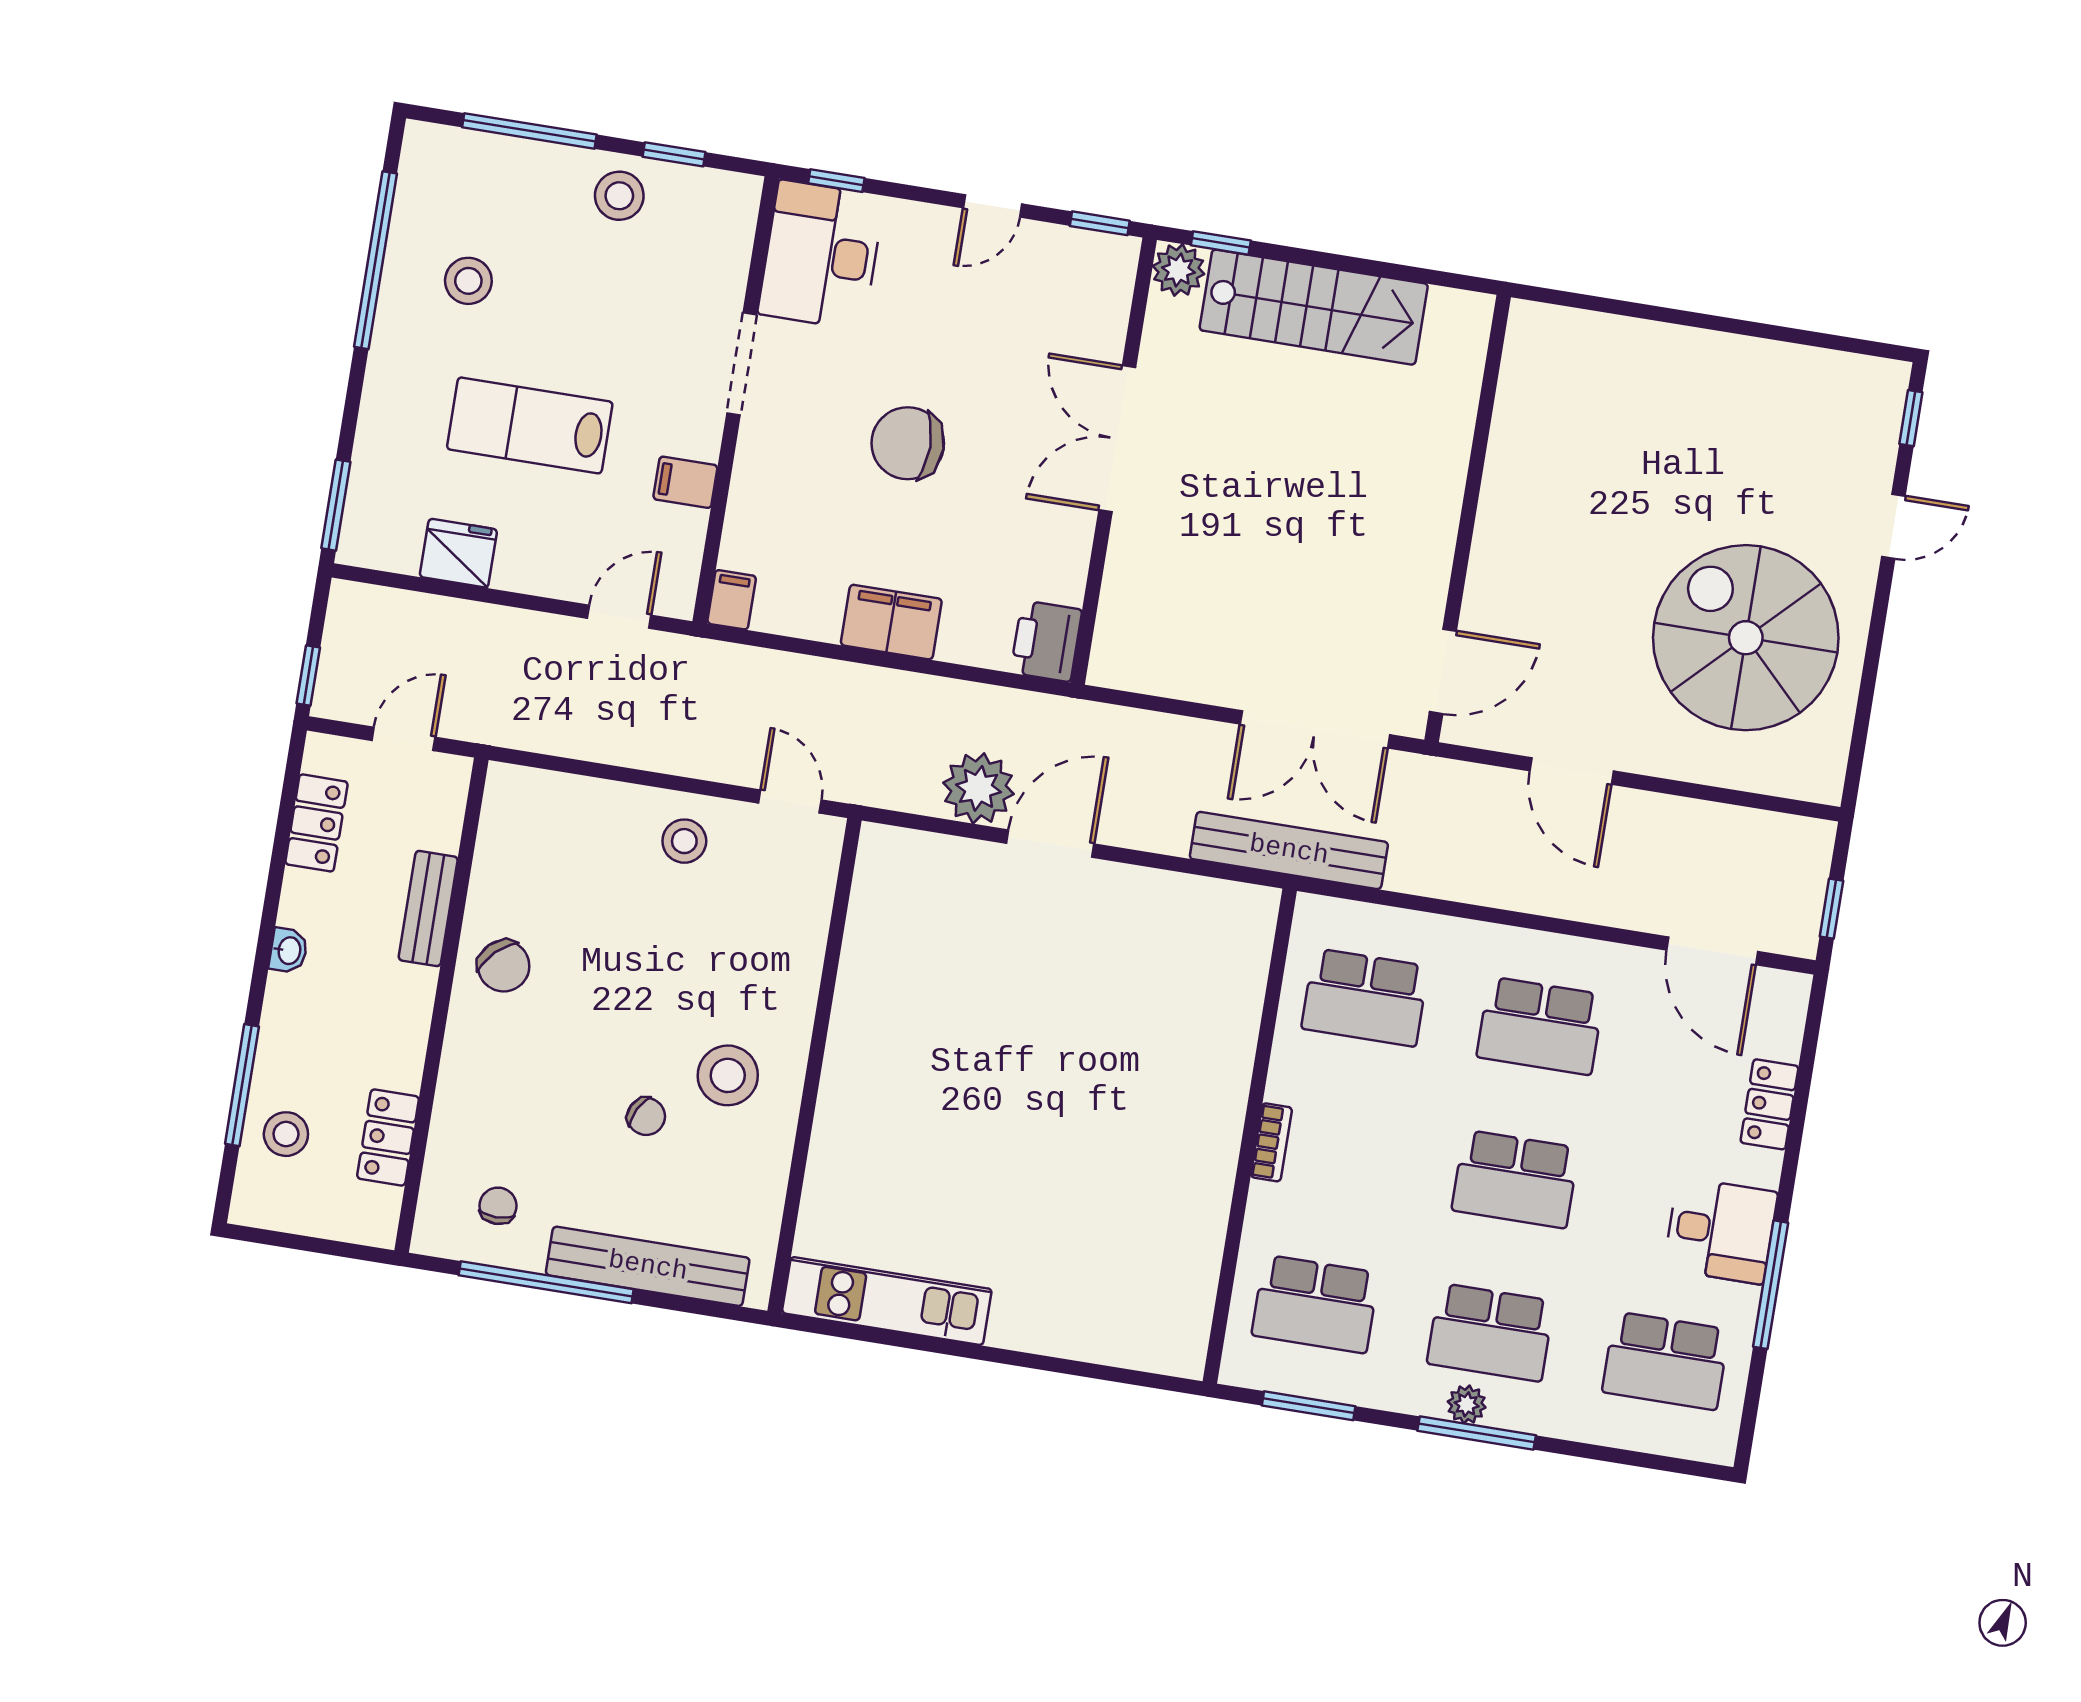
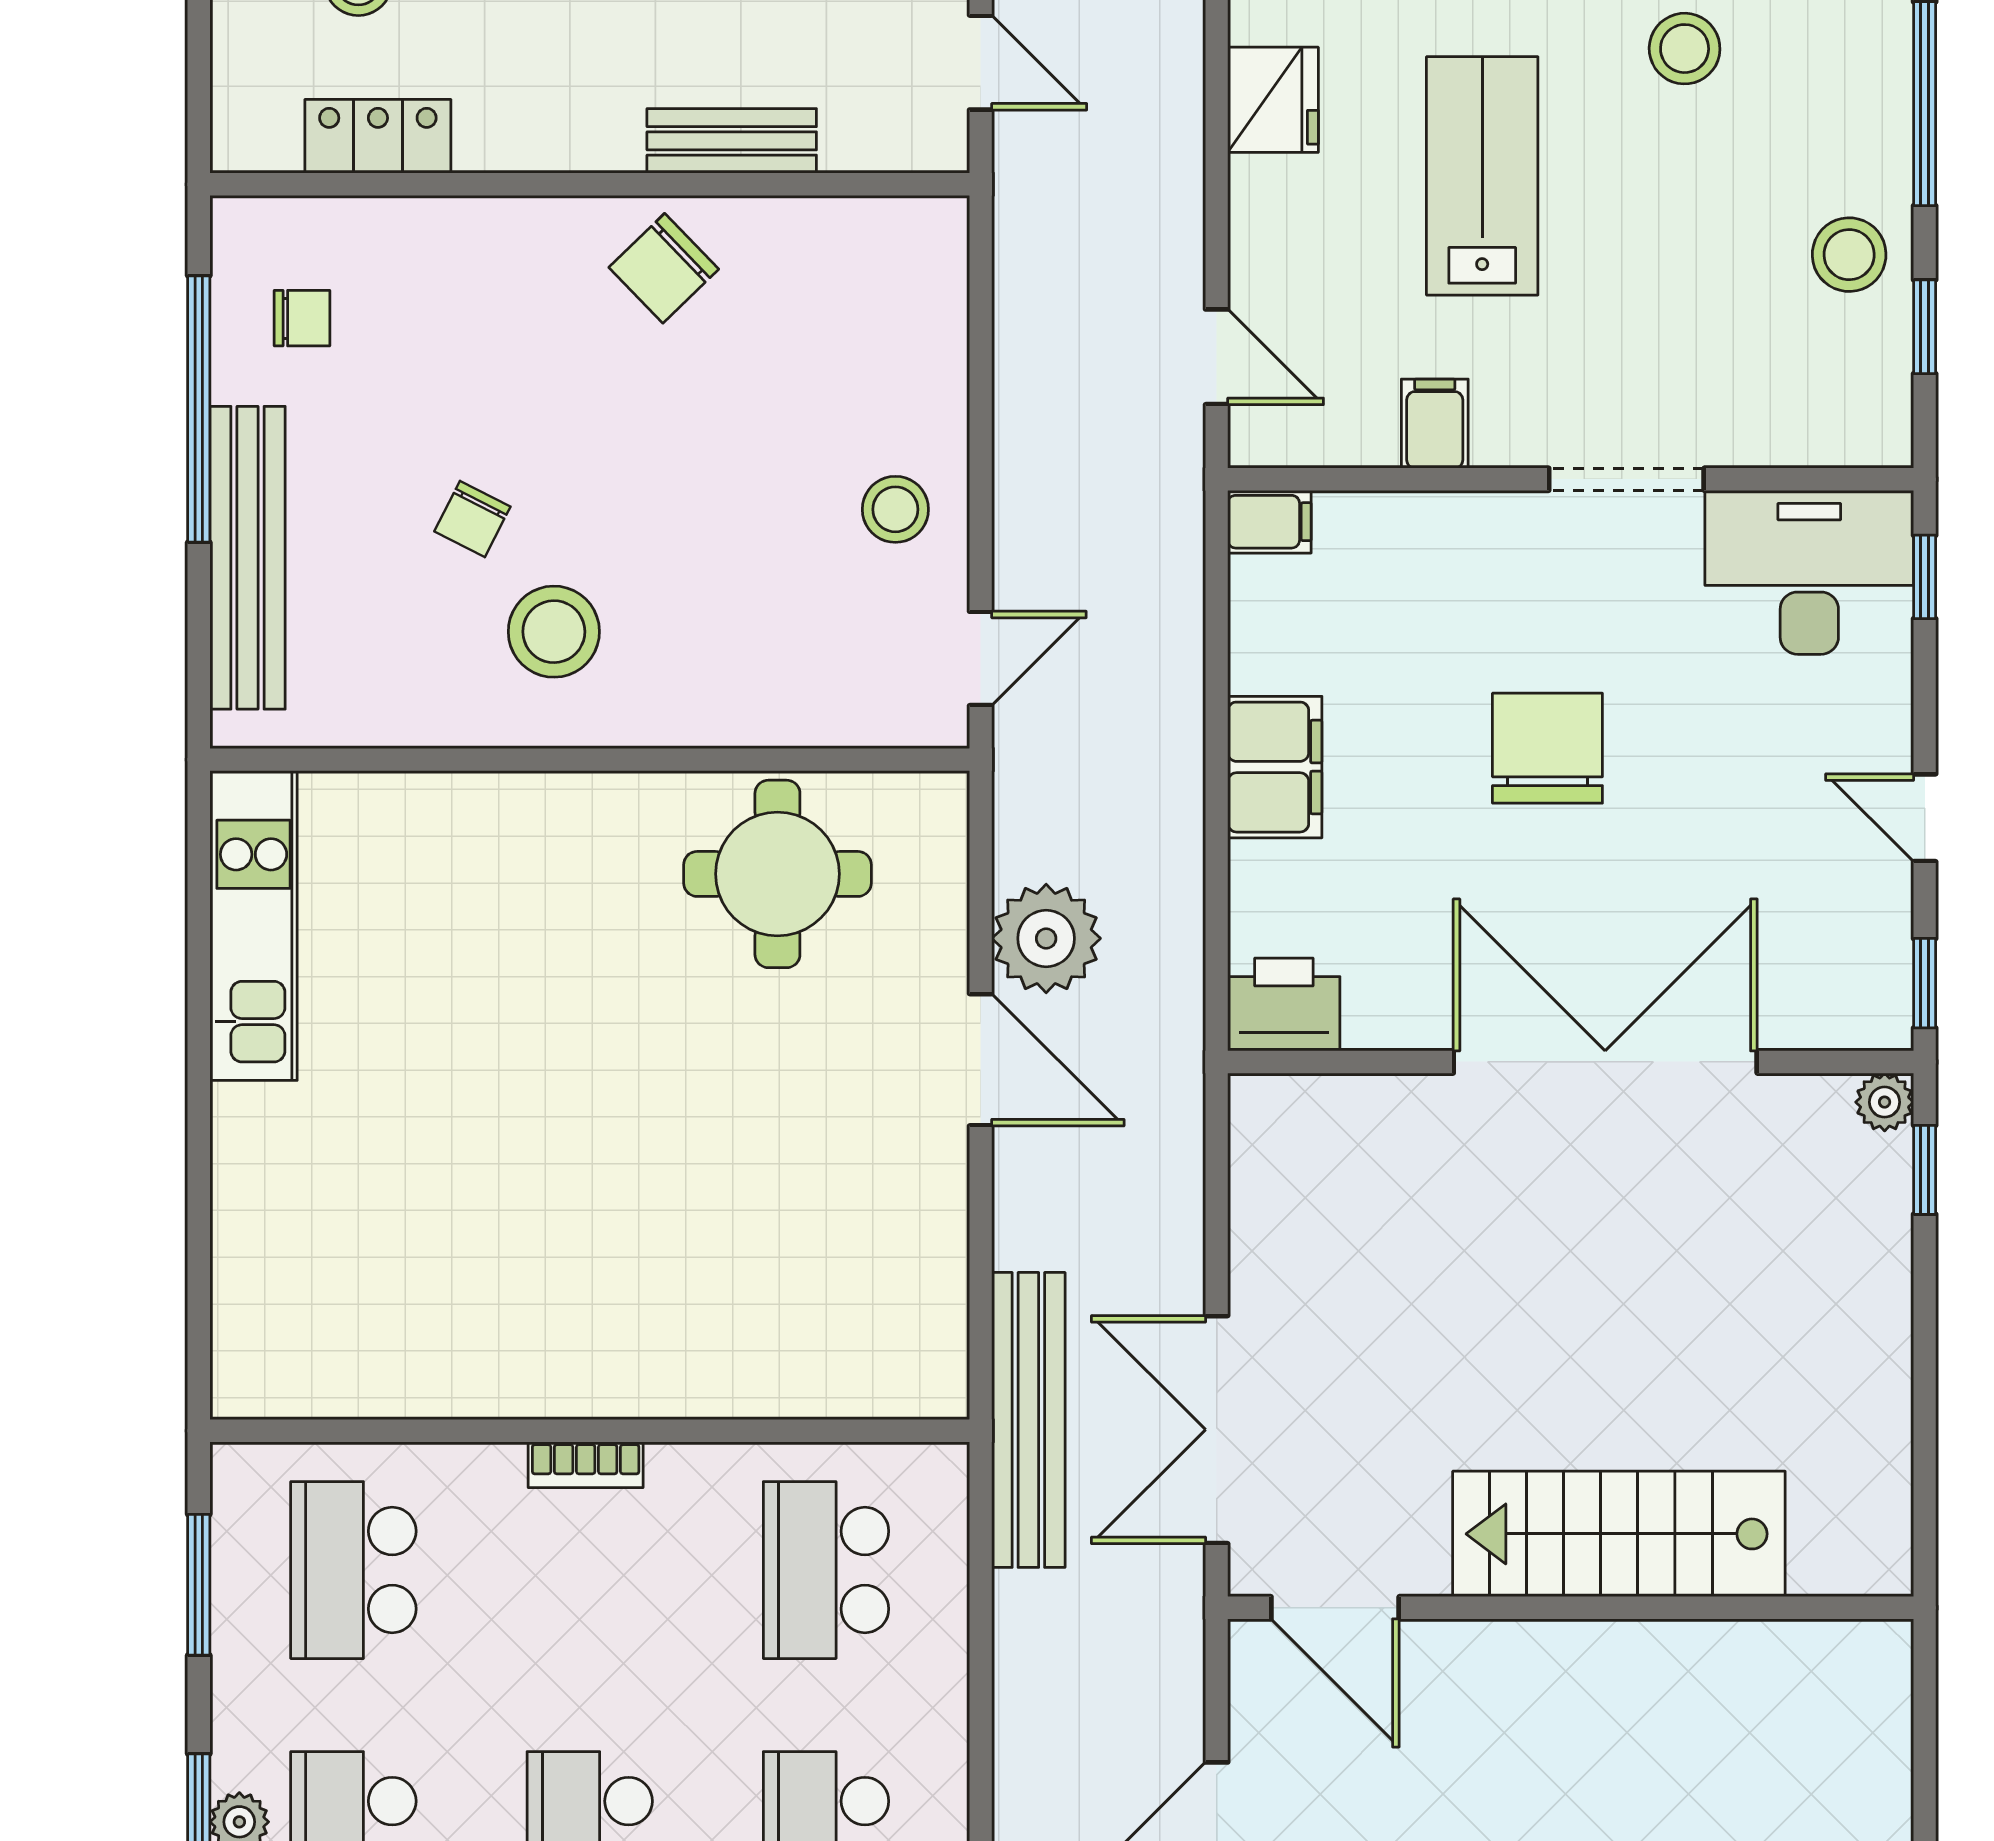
plant: (1179, 270) -> (1885, 1102), width x0.73, depth x0.73
stairs: (1314, 307) -> (1619, 1534), moved, turned 90
double door: (1117, 439) -> (1605, 1062), width x1.36
round table: (908, 956) -> (777, 874), added

